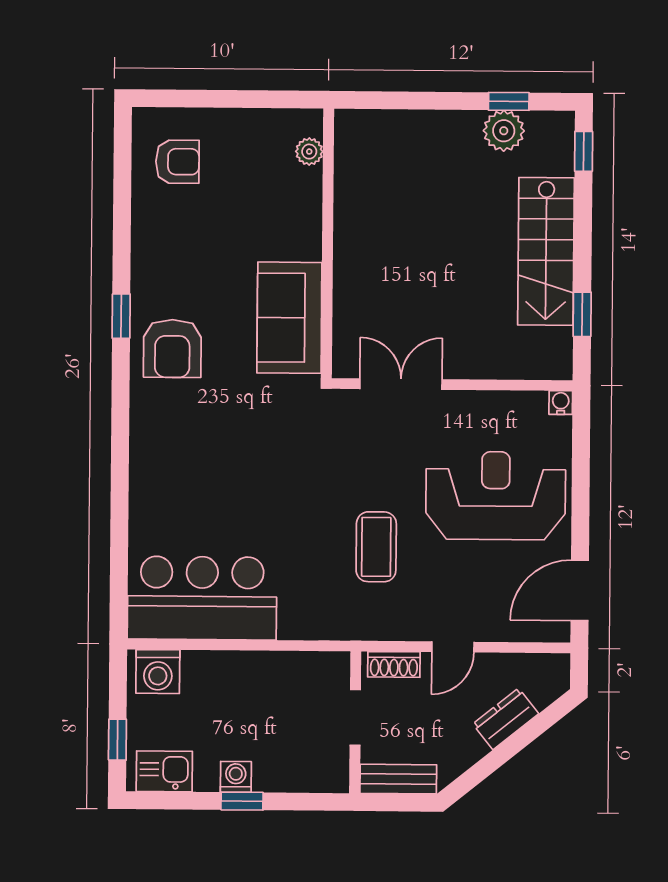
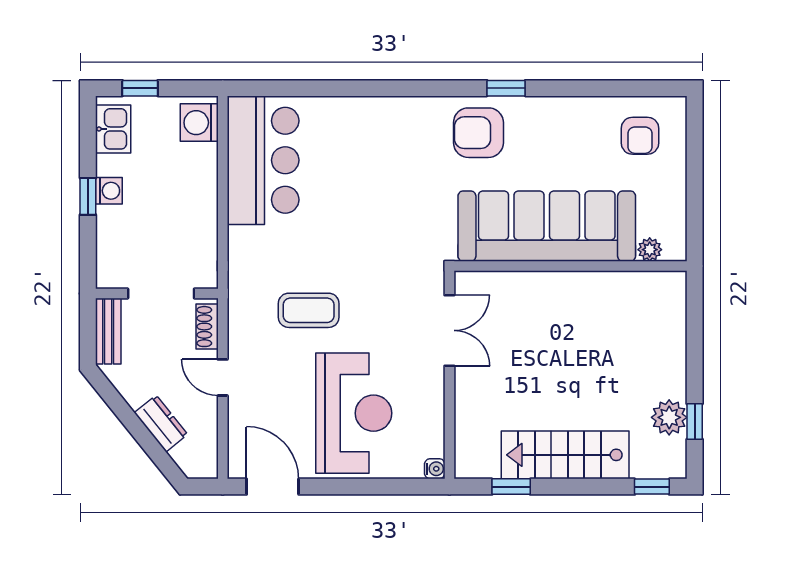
sofa: (289, 318) -> (547, 226), width x1.85, depth x1.27
doorway: (355, 717) -> (161, 294), width x1.38

